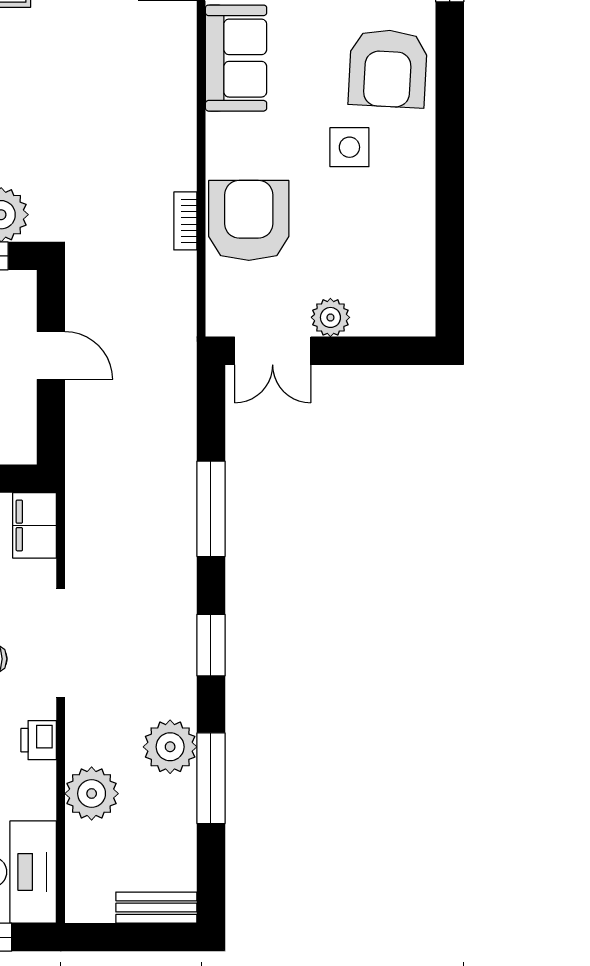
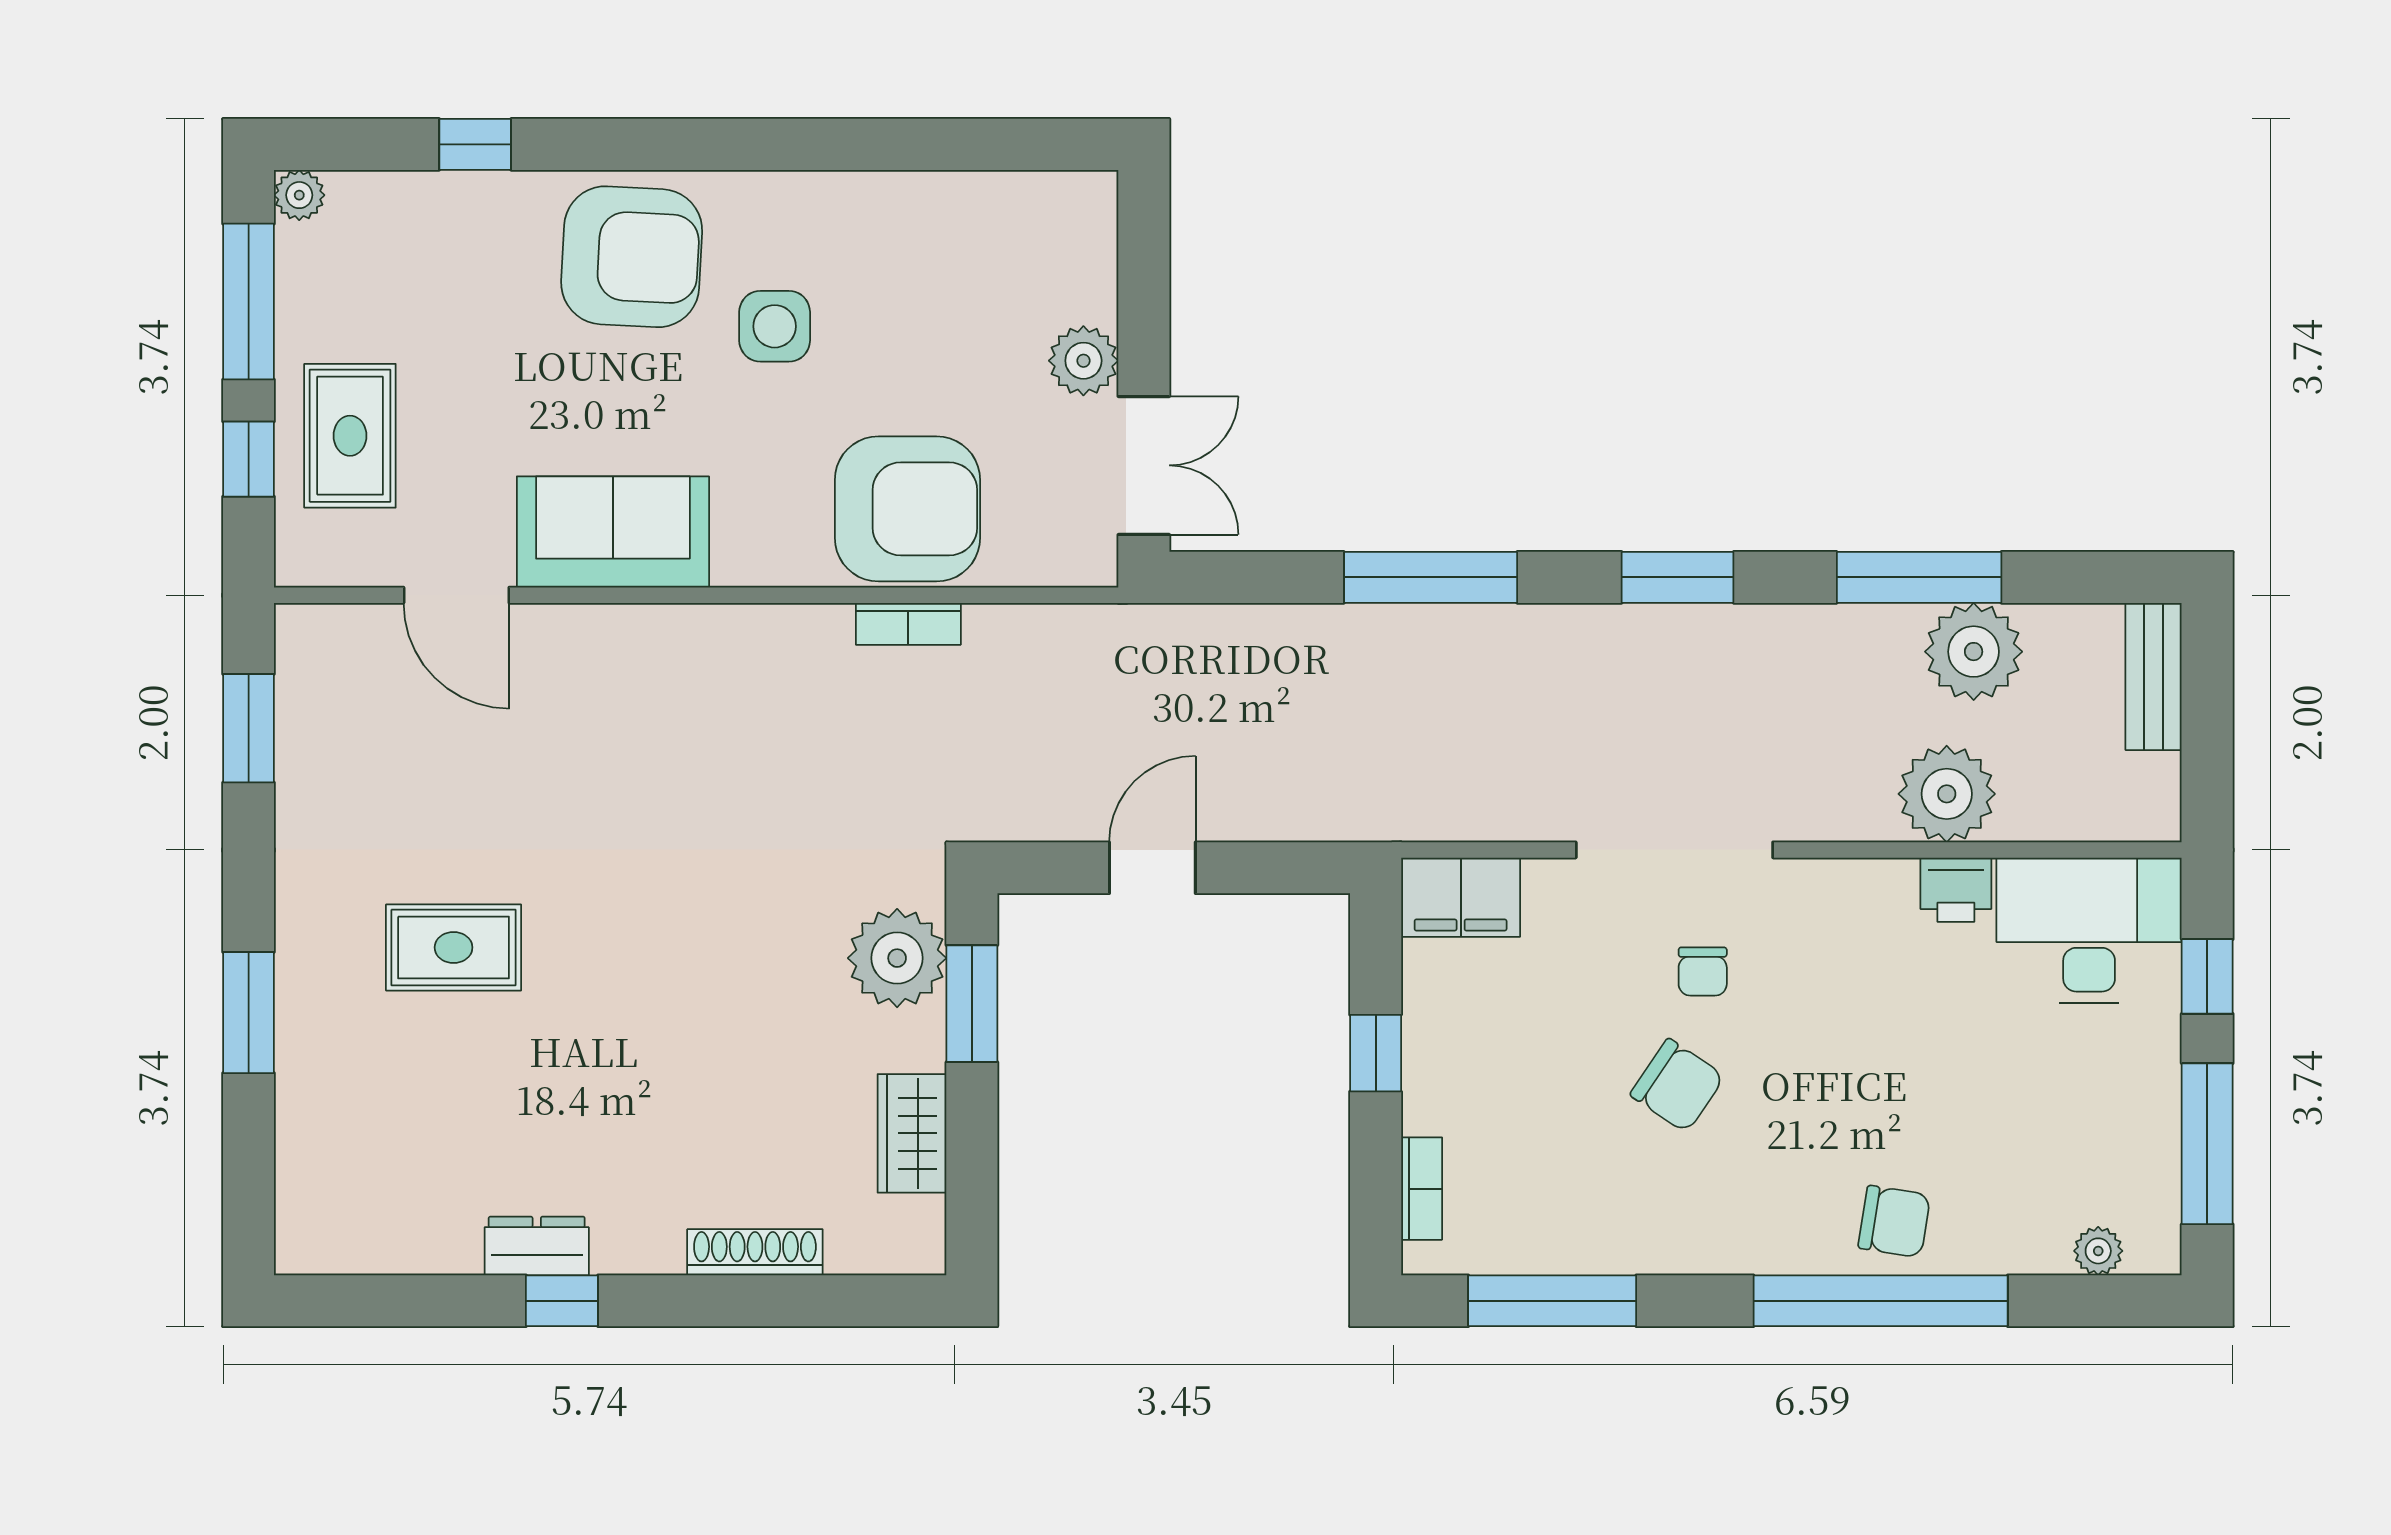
armchair: (249, 220) -> (907, 509), turned 180
printer: (39, 740) -> (1956, 890), moved
plant: (170, 747) -> (1974, 652), moved

